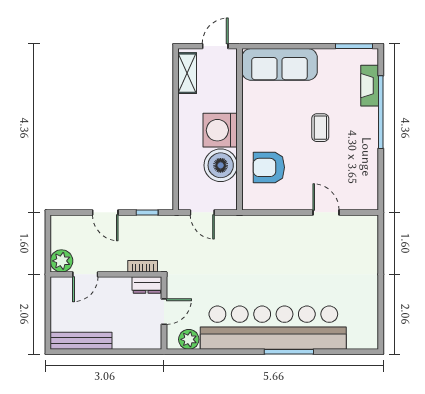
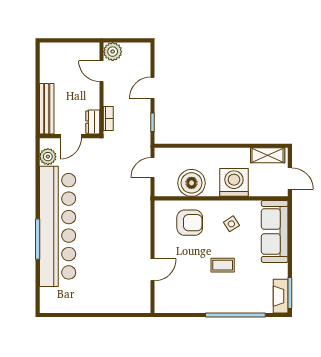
fireplace: (370, 86) -> (281, 296), moved, turned -90
side table: (270, 117) -> (231, 224), added
washing machine: (220, 130) -> (234, 182), moved
armchair: (269, 167) -> (190, 223), turned 90
door: (164, 312) -> (71, 136), hinge flipped
bench: (81, 341) -> (47, 109), moved

